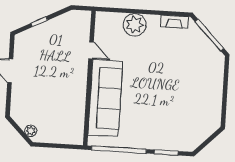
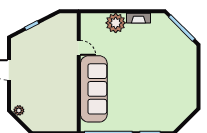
fireplace: (174, 22) -> (138, 18), moved
plant: (31, 131) -> (19, 110), moved

